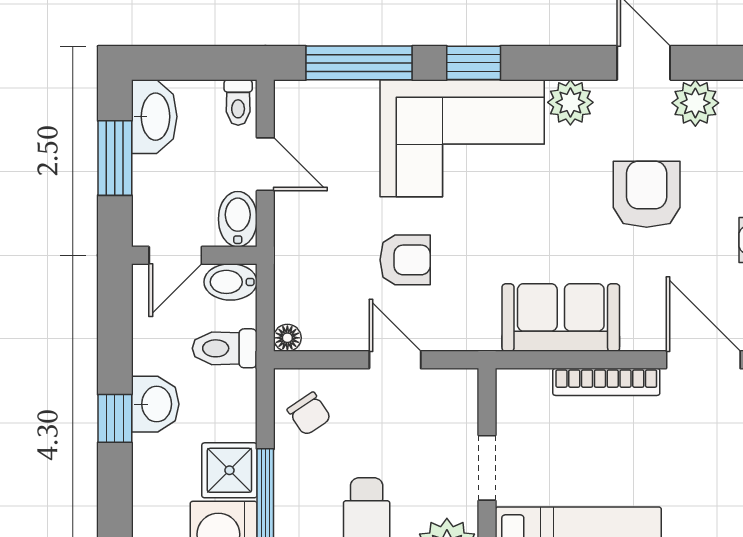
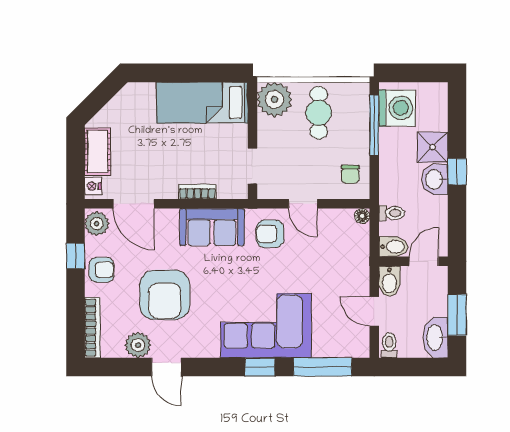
plant: (570, 102) -> (207, 345), removed
armchair: (647, 194) -> (165, 295), width x1.36, depth x1.36
armchair: (405, 260) -> (270, 234), moved
toilet: (225, 348) -> (392, 213), width x0.73, depth x0.72
bookcase: (606, 382) -> (197, 192), width x0.64
chair: (309, 414) -> (350, 174), turned -146
doorway: (487, 468) -> (252, 166), moved
shower: (229, 470) -> (433, 147), moved

